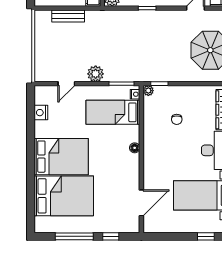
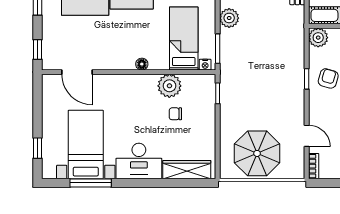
plant: (148, 91) -> (169, 86), moved, width x1.87, depth x1.87
window: (111, 236) -> (38, 50), moved

